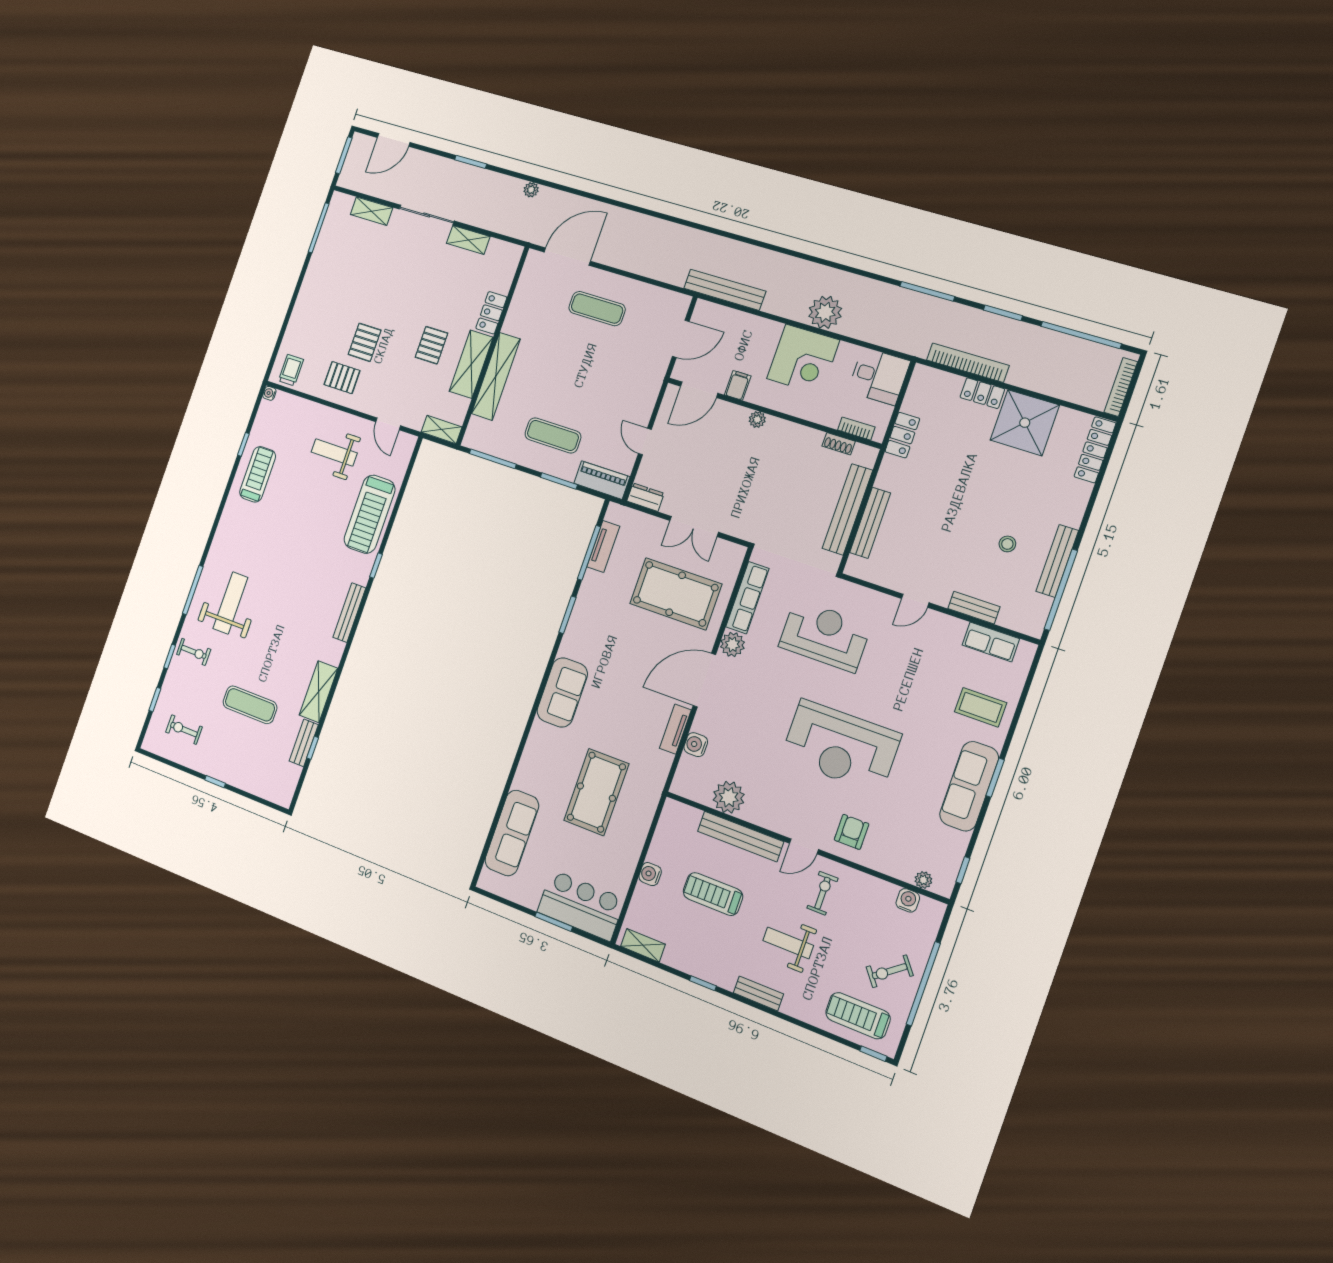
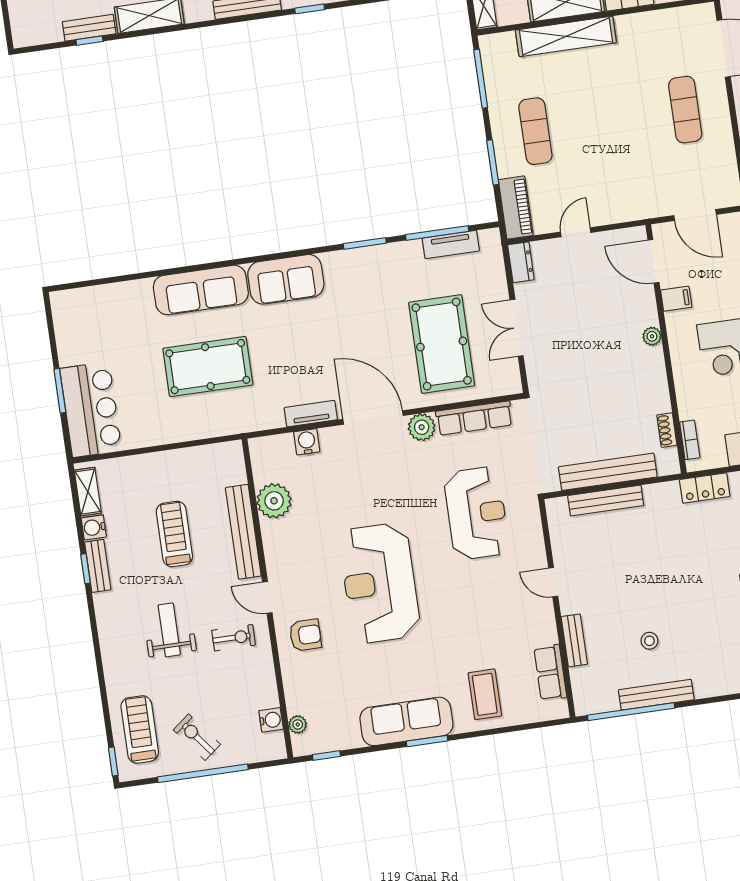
sofa: (512, 833) -> (201, 290), moved
water cooler: (650, 874) -> (94, 527), moved, turned -90
bench: (758, 993) -> (98, 566), moved

